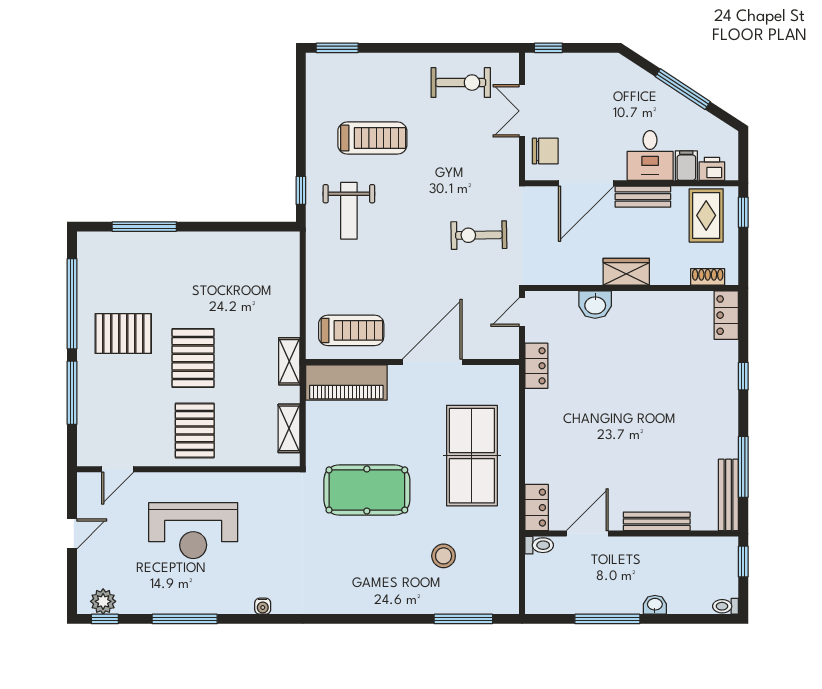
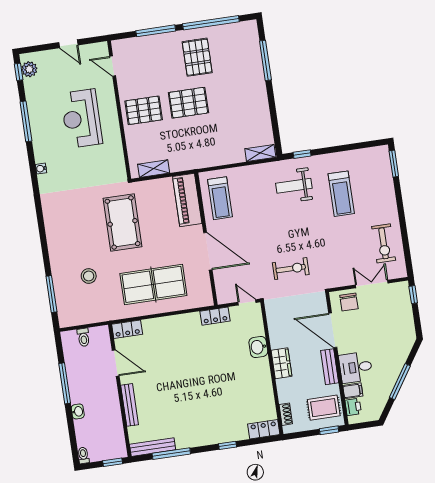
exercise bike: (479, 235) -> (291, 269), turned 91
shelving: (289, 361) -> (260, 153), moved
toilet: (539, 545) -> (83, 337), moved

